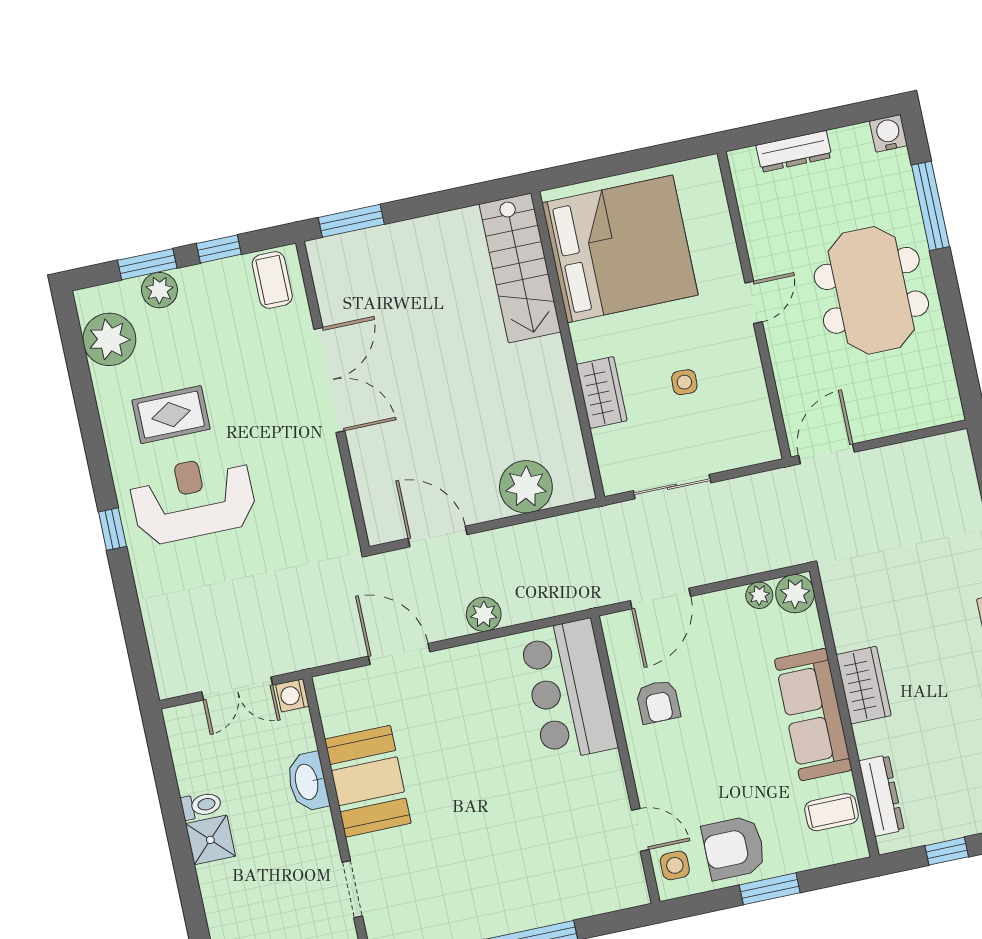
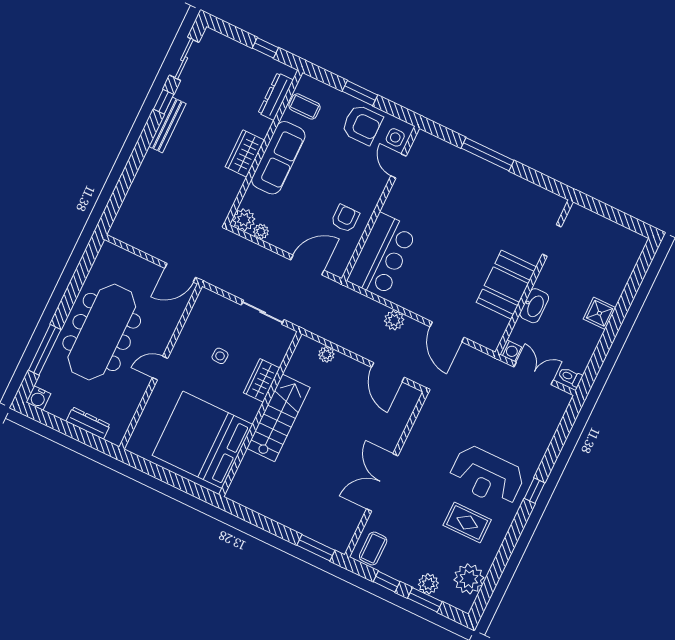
stairs: (520, 268) -> (278, 418), moved
meeting table: (871, 290) -> (102, 332), width x1.36
plant: (526, 487) -> (326, 354), width x0.53, depth x0.53
toilet: (201, 805) -> (570, 377), moved

